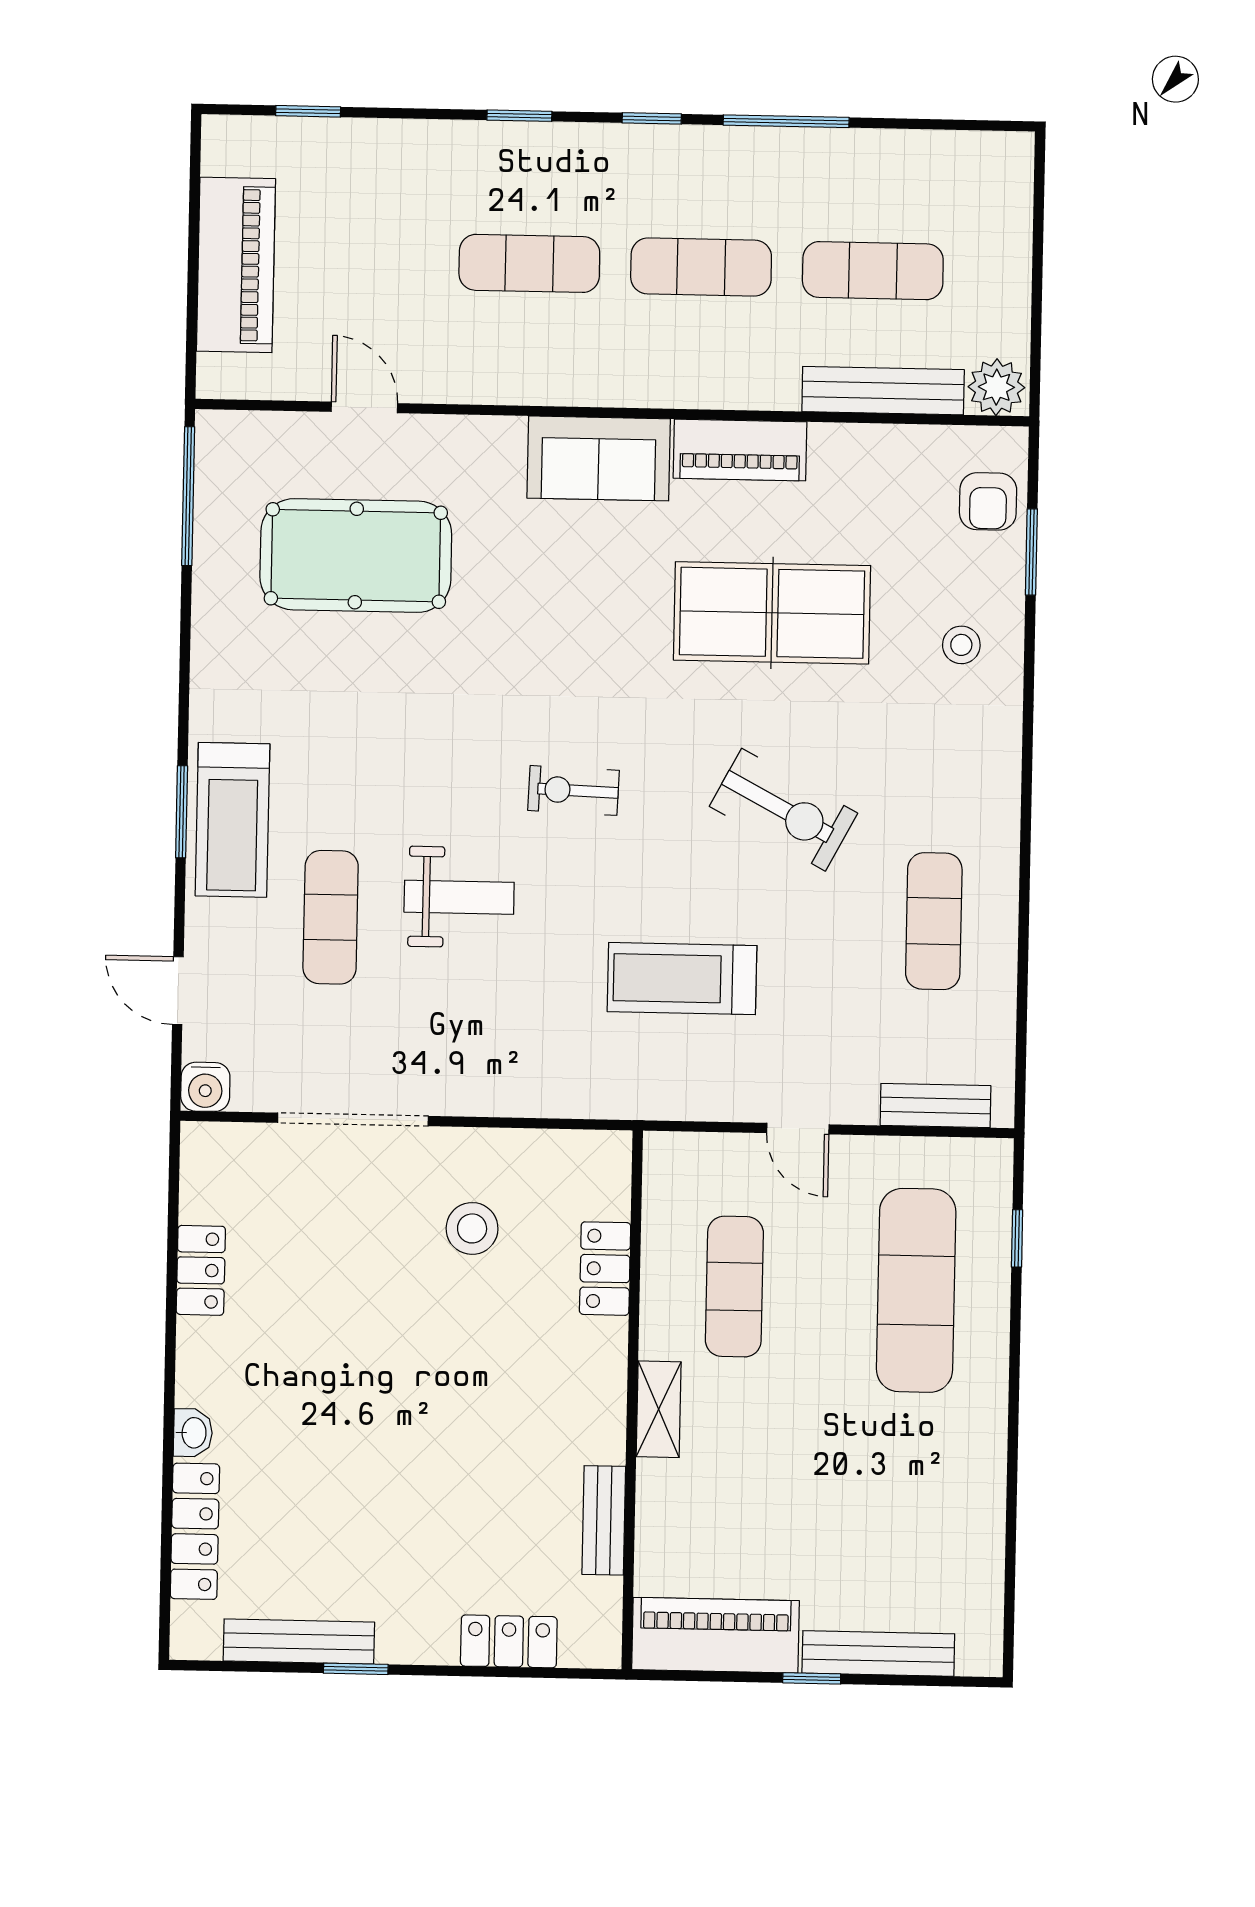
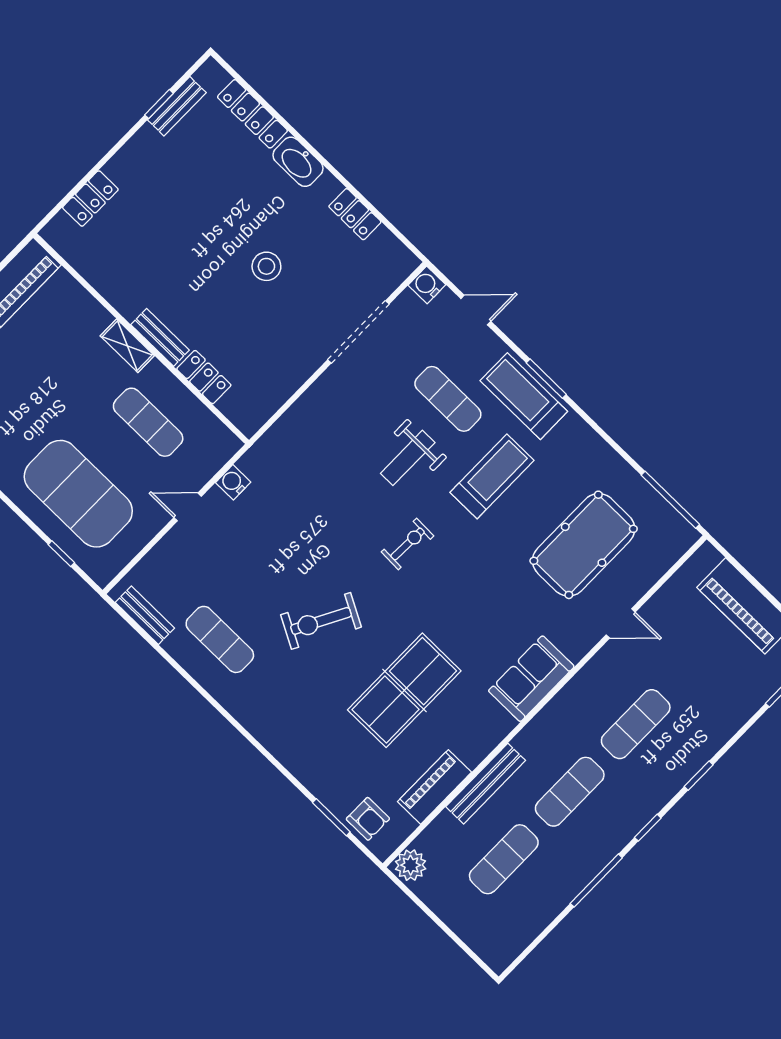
bench: (883, 391) -> (486, 784), moved
door: (364, 407) -> (621, 623), moved
piano: (740, 450) -> (434, 787), moved
armchair: (988, 501) -> (368, 819), turned 180
stool: (961, 645) -> (320, 754), removed
treadmill: (682, 979) -> (492, 476), moved
water cooler: (708, 1099) -> (233, 482), added
bench: (935, 1106) -> (145, 615), moved, turned 90
stool: (472, 1228) -> (266, 266), moved
exercise mat: (916, 1290) -> (78, 494), width x1.47
washbasin: (193, 1433) -> (298, 162), width x1.91, depth x1.45
bench: (604, 1520) -> (160, 337), moved
bench: (299, 1641) -> (177, 106), width x0.73
window: (356, 1669) -> (159, 104), moved

